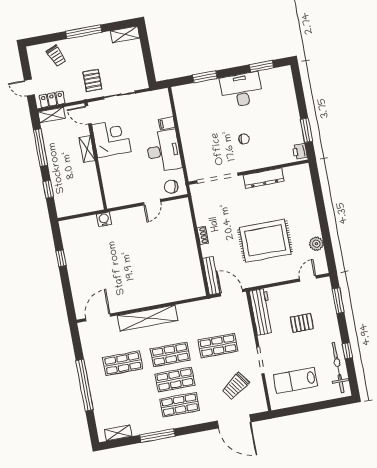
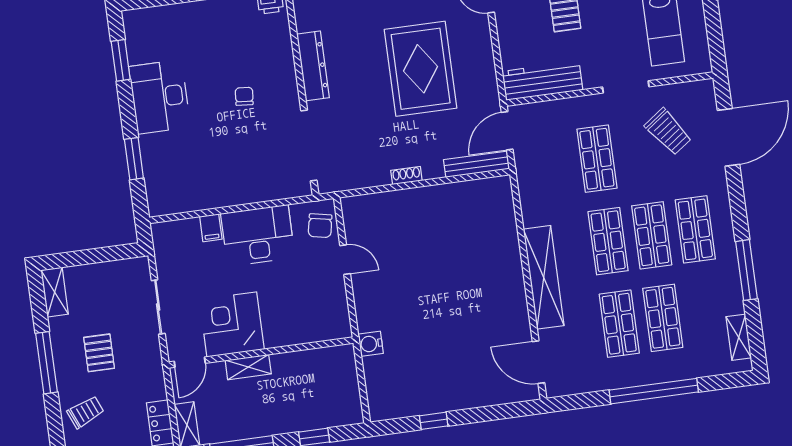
pallet: (92, 80) -> (99, 353), moved, turned 90
shop shelf: (127, 388) -> (663, 318), added

